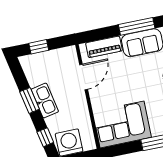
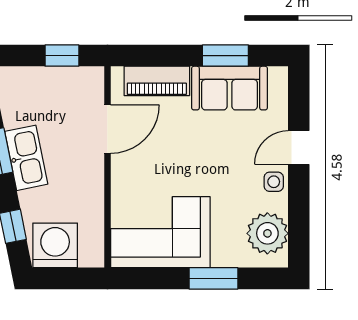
window: (137, 26) -> (225, 56), width x0.69
window: (39, 47) -> (62, 56), moved

